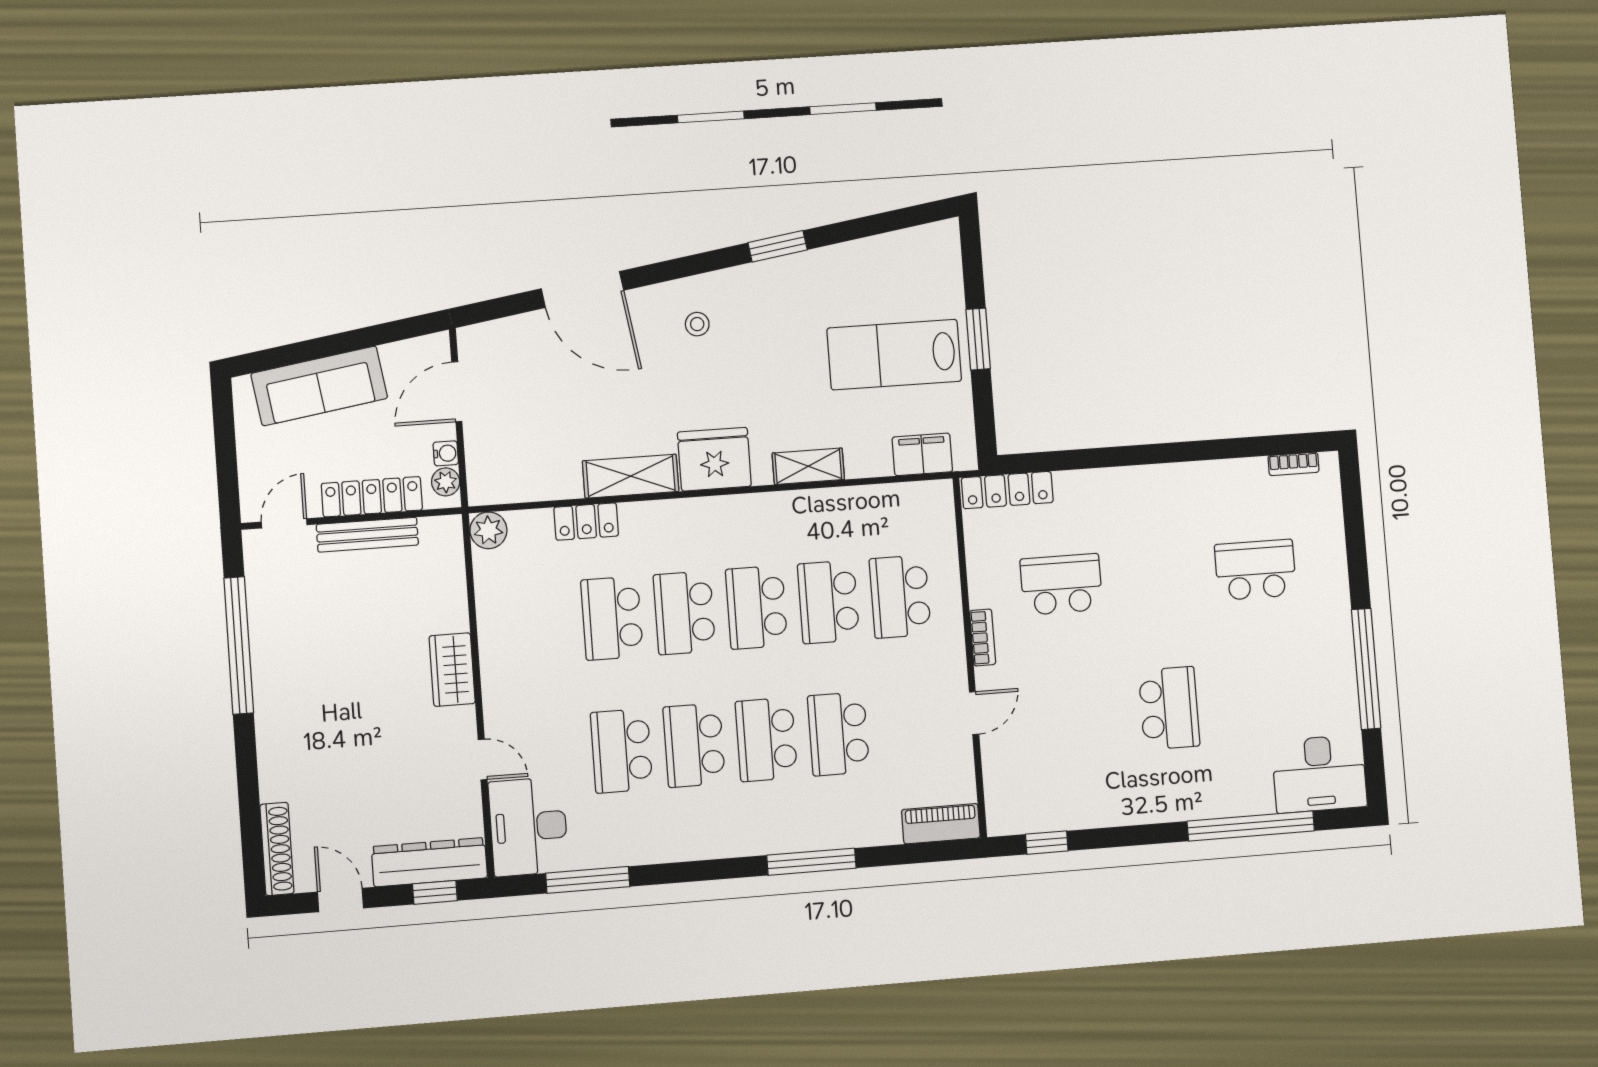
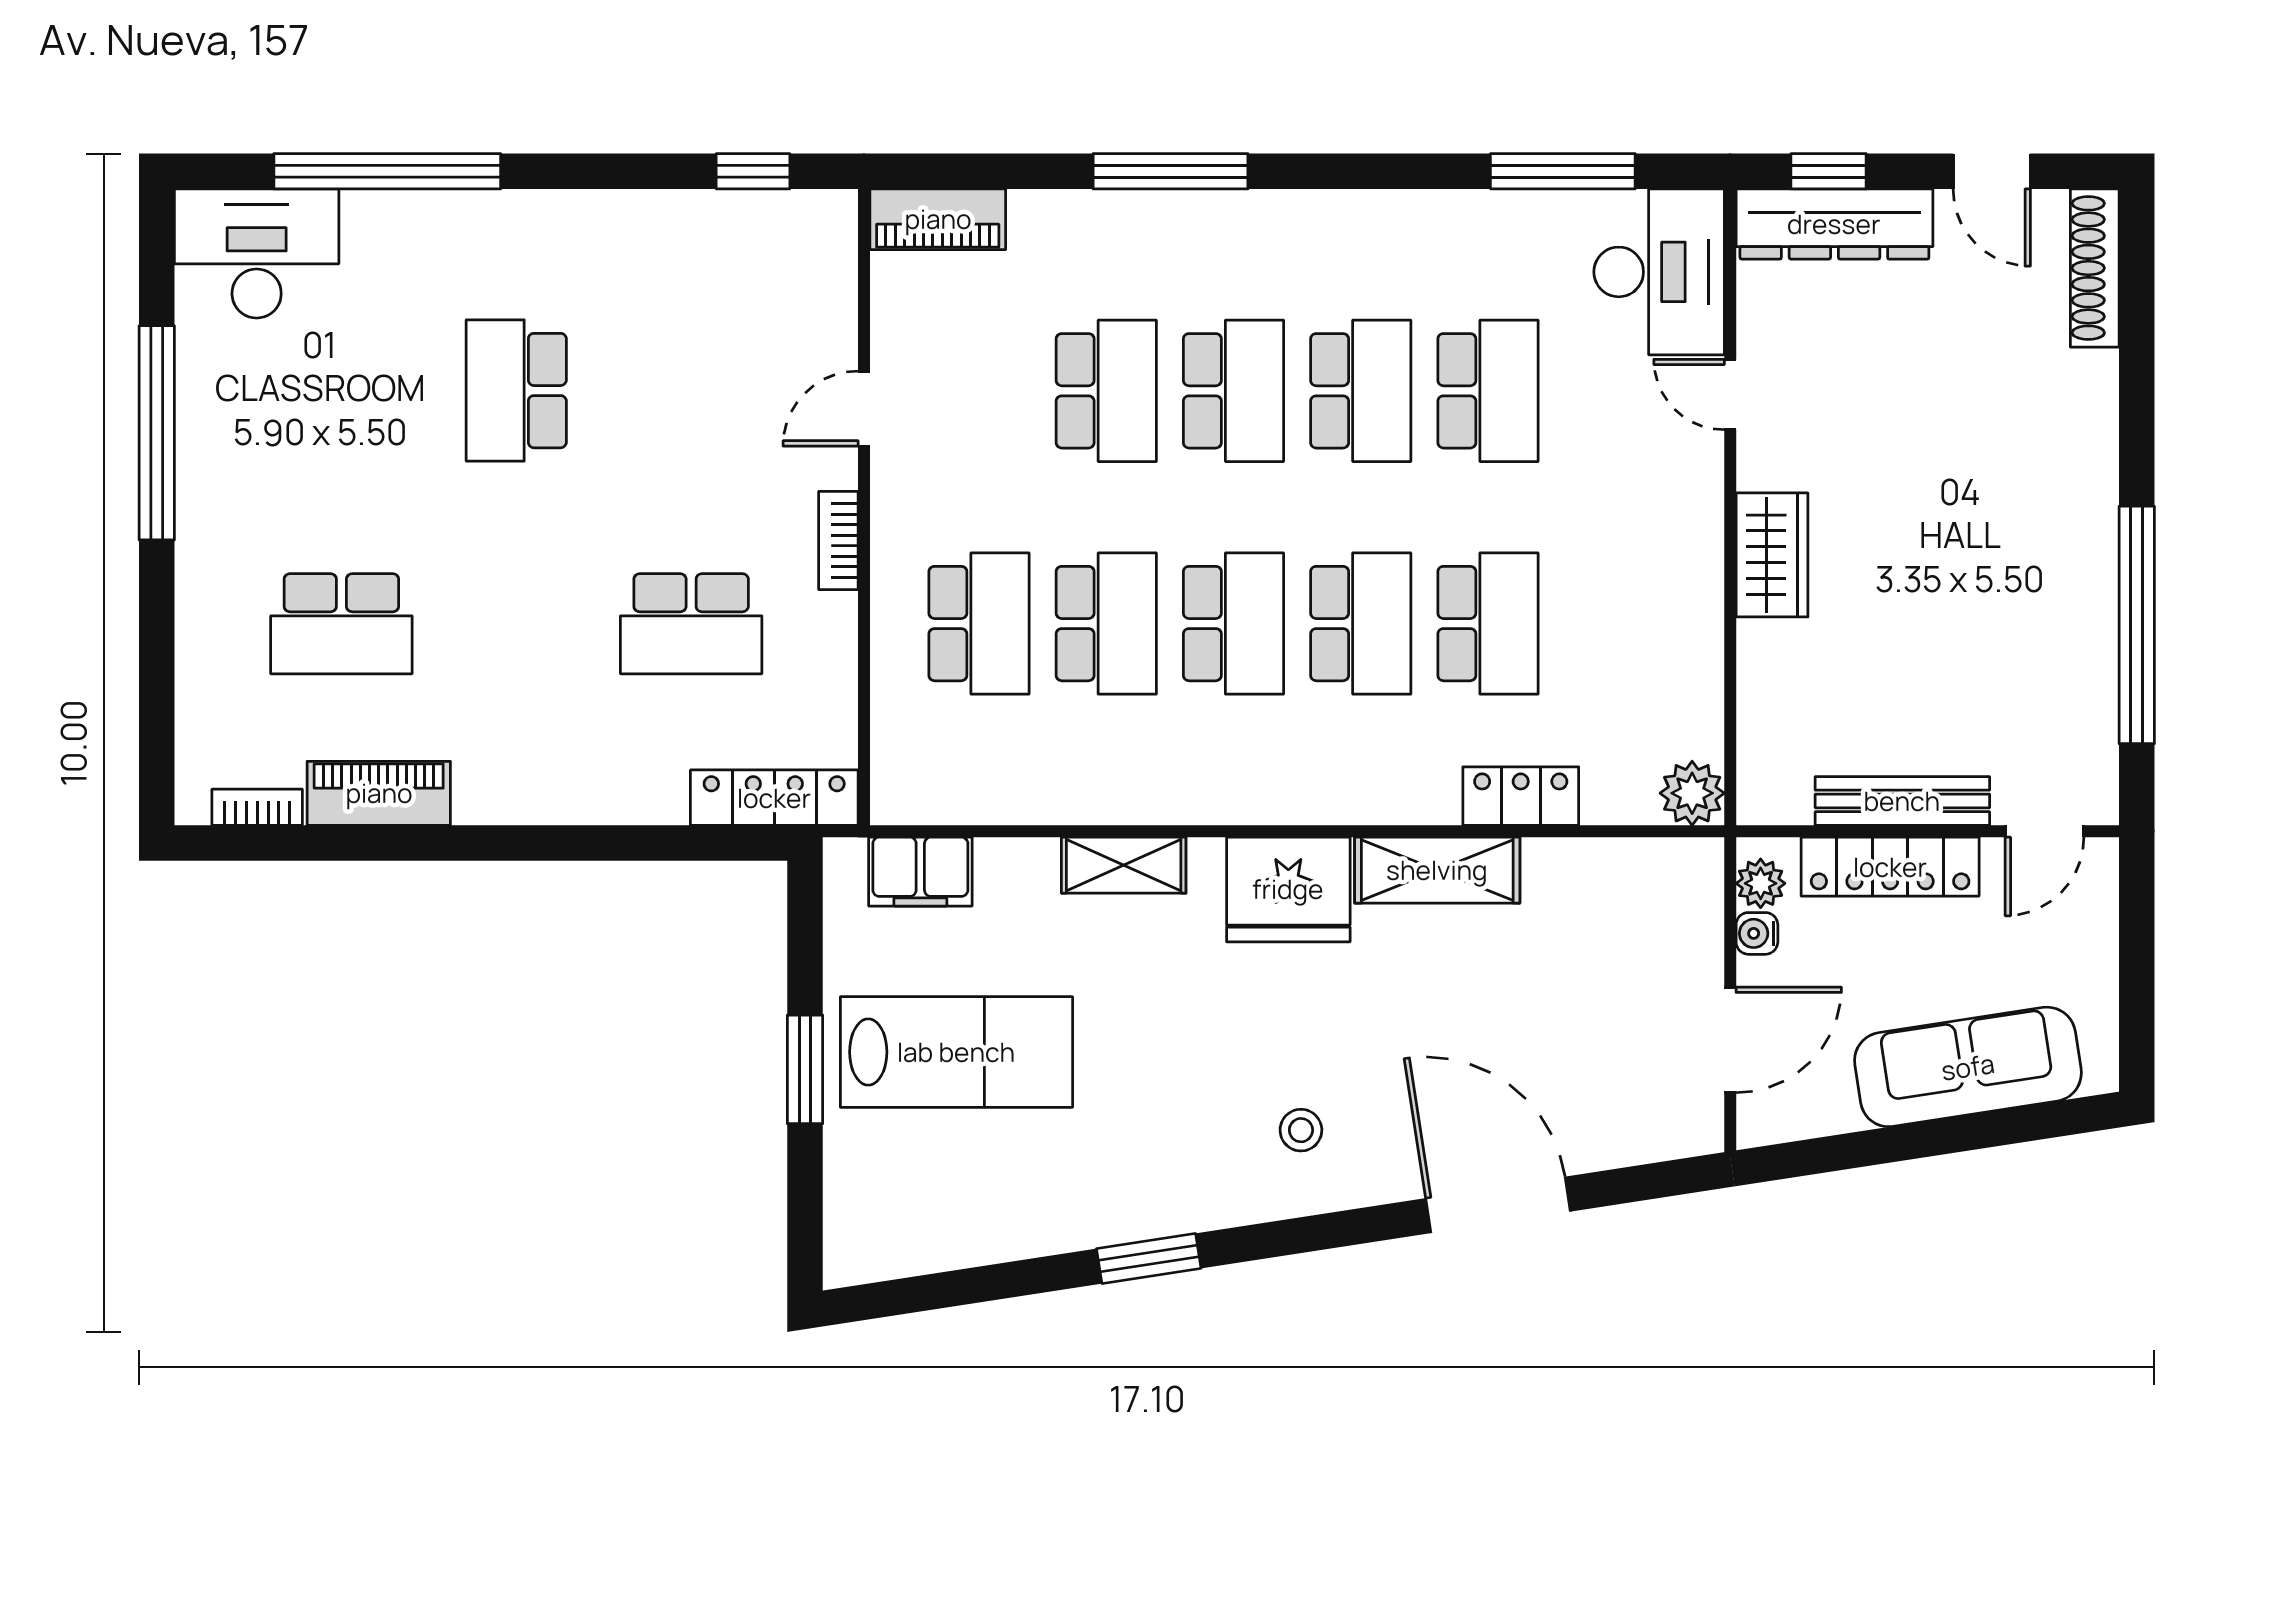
piano: (1227, 477) -> (379, 793), added

